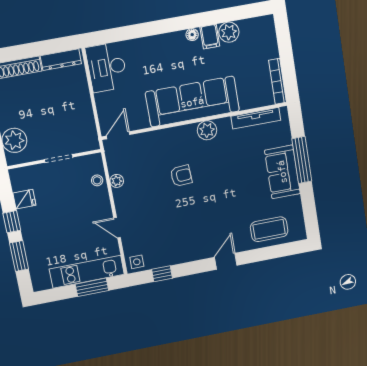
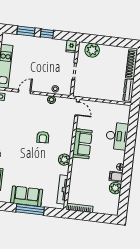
desk: (107, 67) -> (117, 136), moved, turned 90
sofa: (192, 102) -> (82, 144), width x0.54, depth x0.79
fridge: (24, 199) -> (71, 46), moved

